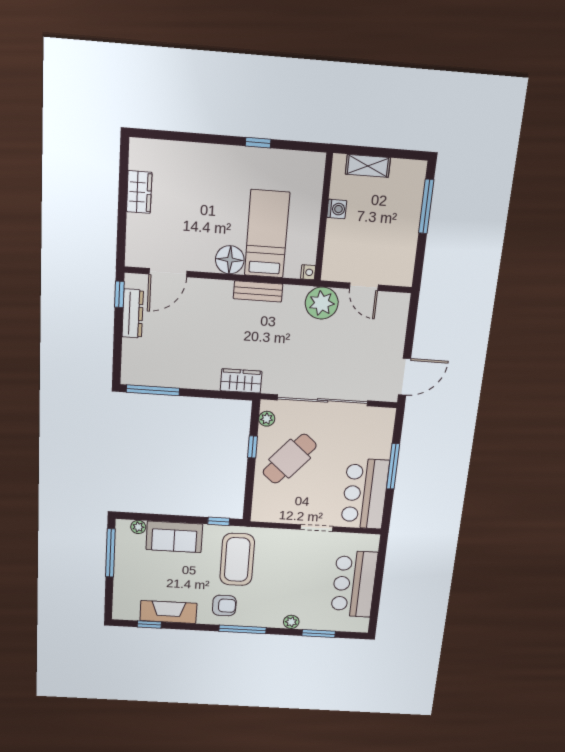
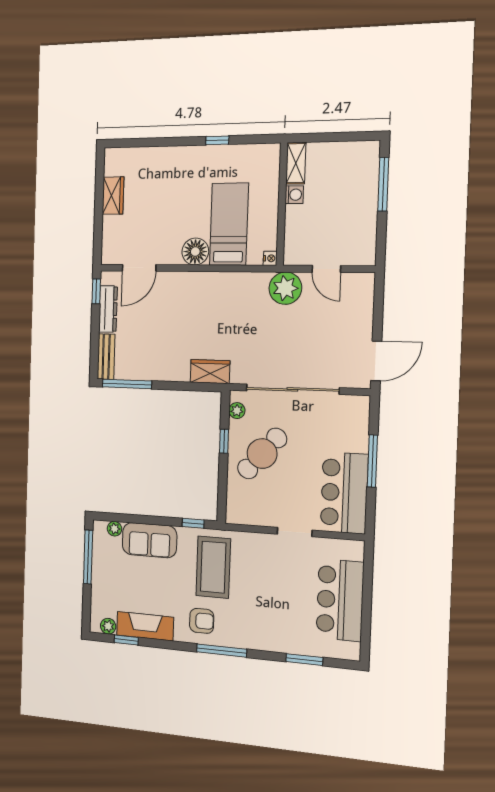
shelving: (368, 166) -> (296, 163), moved, turned 90
bench: (258, 291) -> (106, 357), moved, turned 90
plant: (291, 622) -> (108, 626), moved

